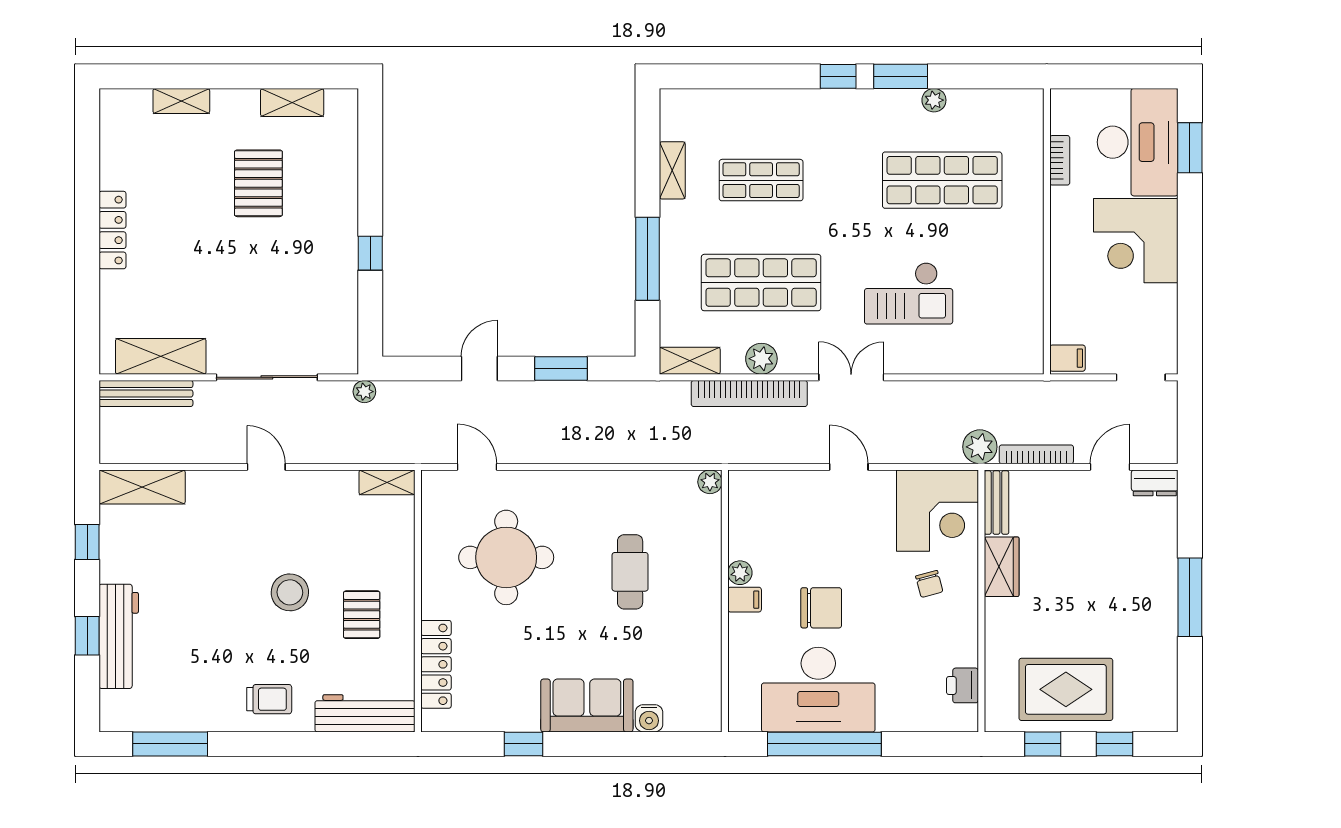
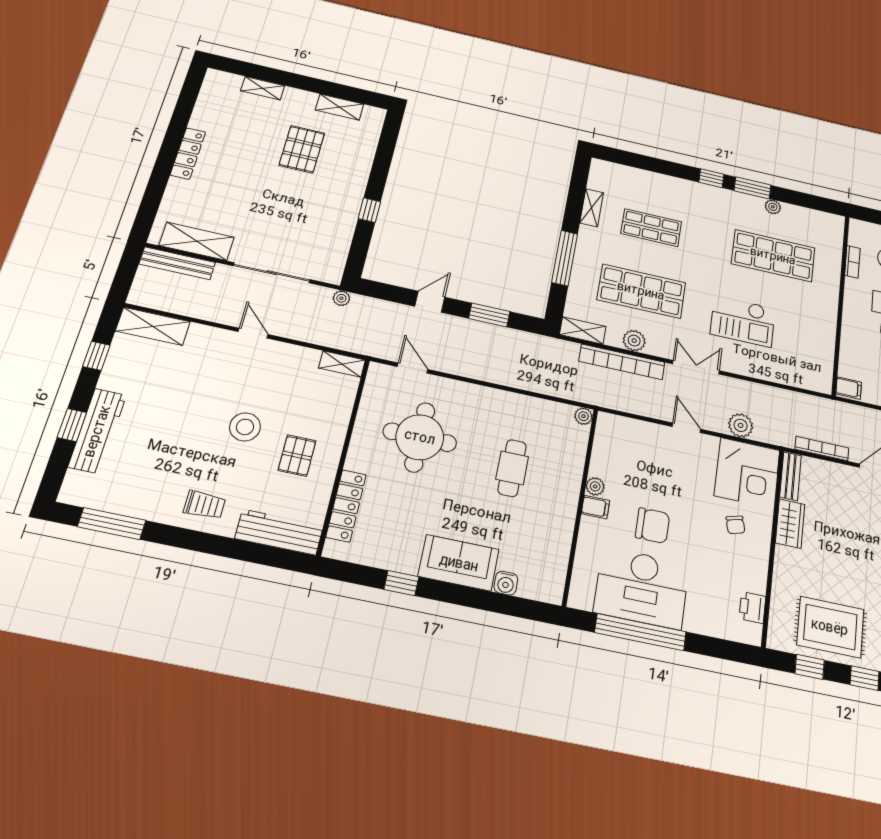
plant: (980, 447) -> (741, 425), moved

